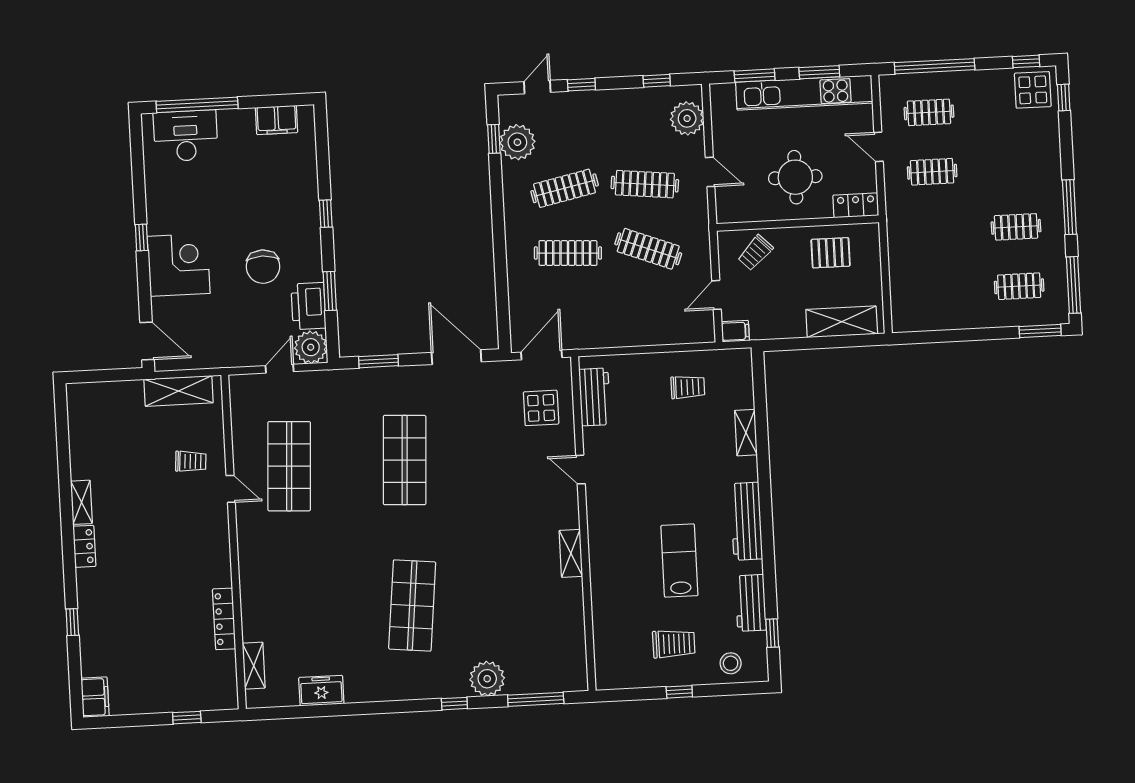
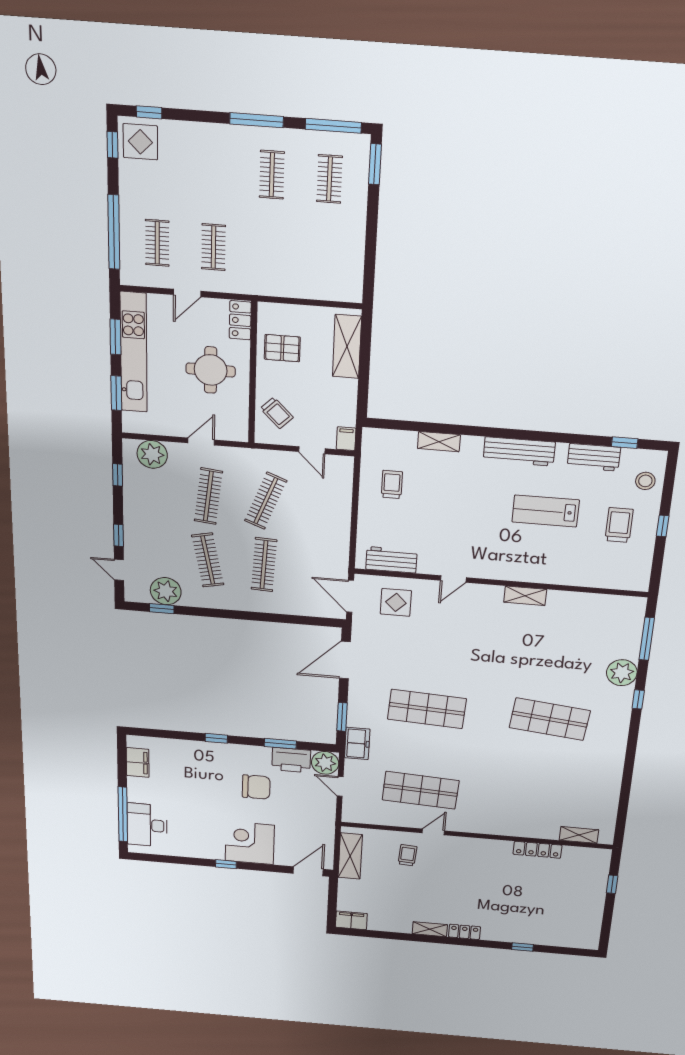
pallet: (831, 253) -> (282, 348), turned 90
freezer: (321, 691) -> (357, 743), moved, turned 180
filing cabinet: (95, 697) -> (351, 920), moved

